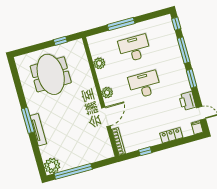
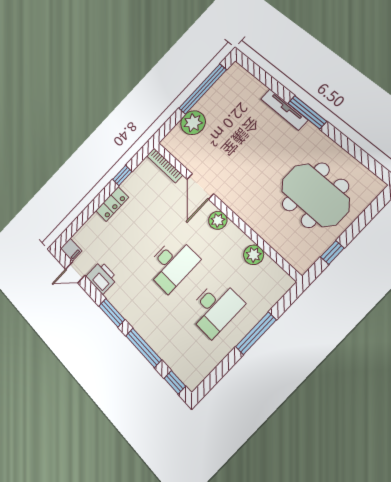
locker: (171, 135) -> (112, 204), moved
plant: (52, 166) -> (193, 123), moved

